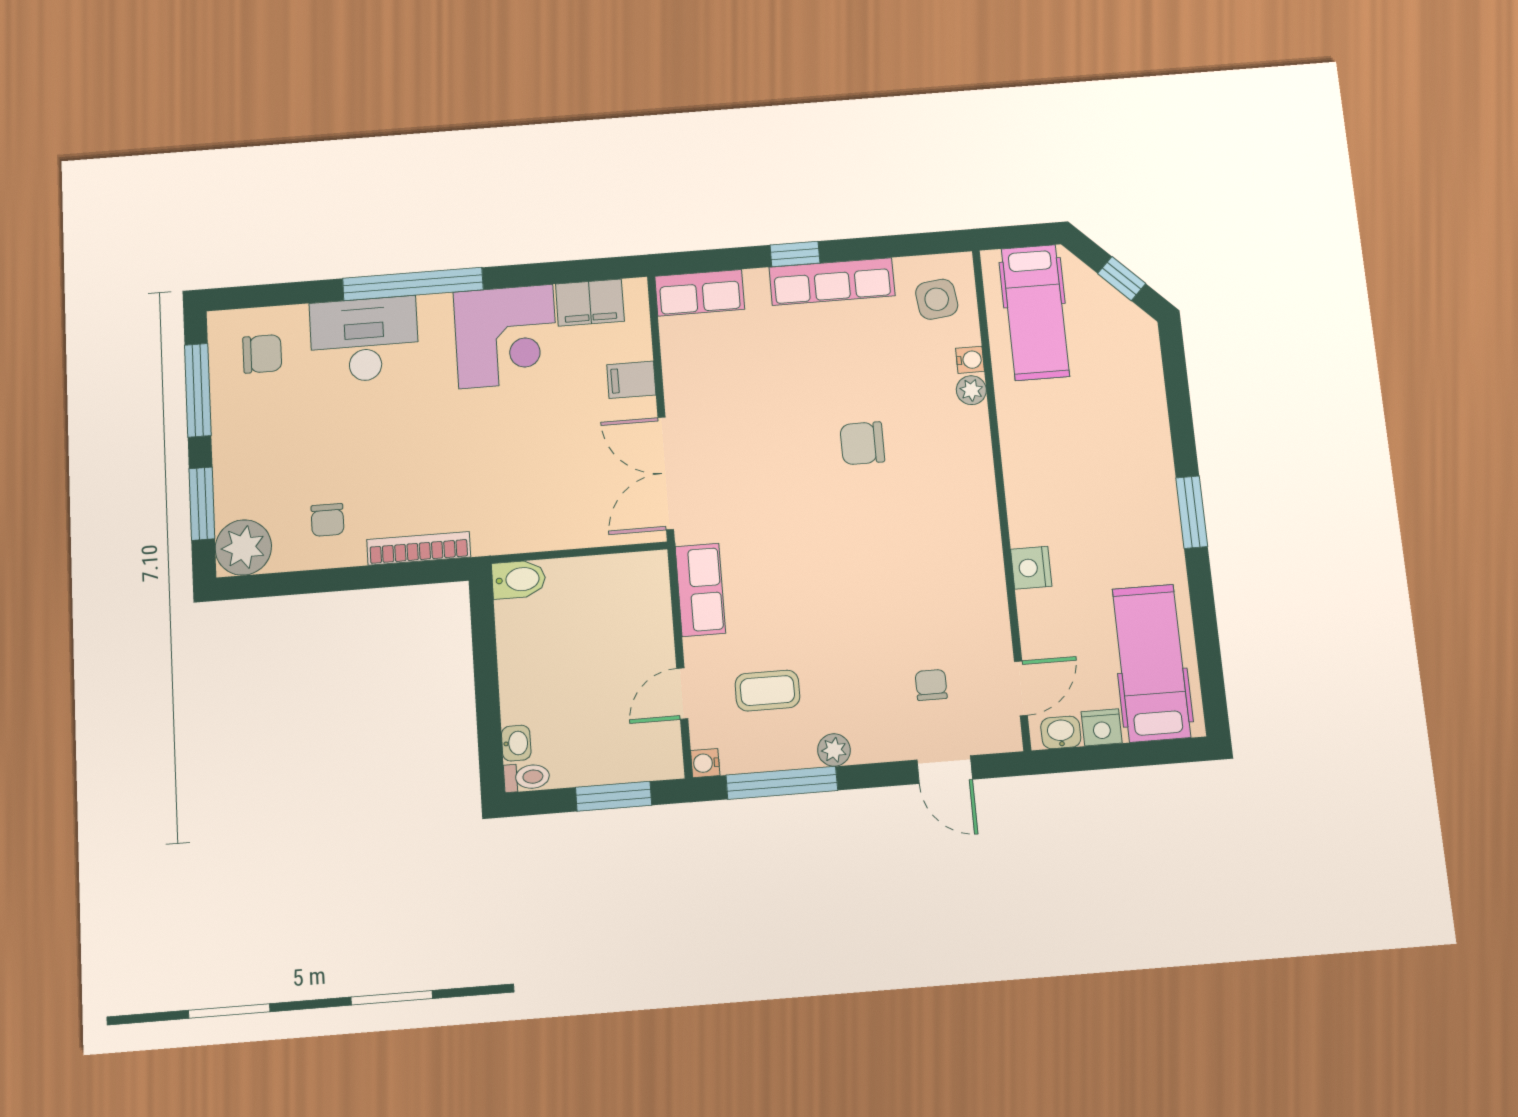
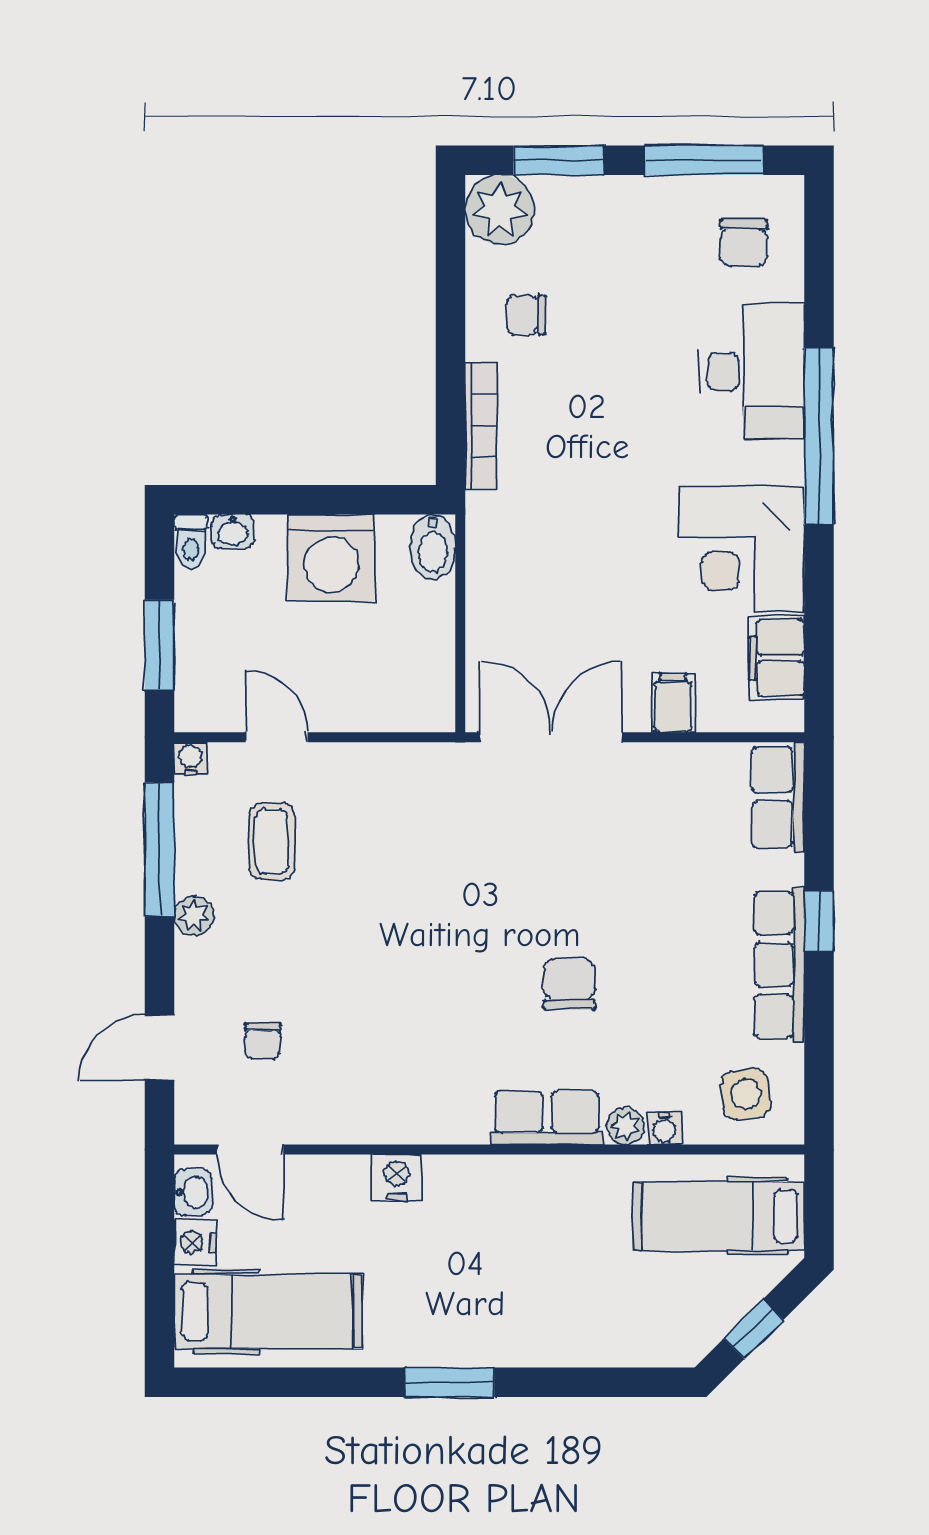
row of seats: (700, 590) -> (547, 1118), moved, turned 180
washing machine: (533, 661) -> (331, 558), added
chair: (931, 685) -> (263, 1041), turned 90

